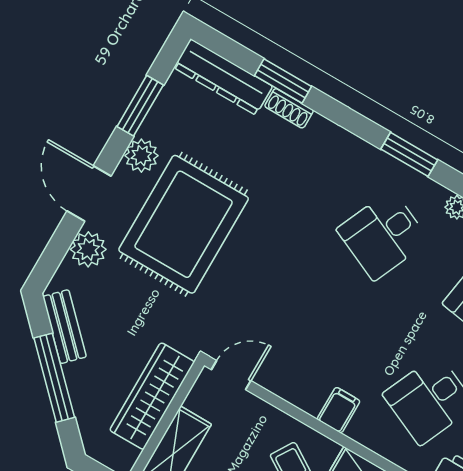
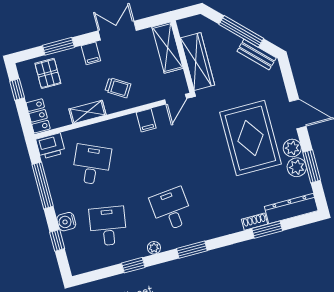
desk: (383, 235) -> (171, 209), turned -30
plant: (88, 249) -> (297, 167), moved
filing cabinet: (339, 410) -> (146, 120), moved

